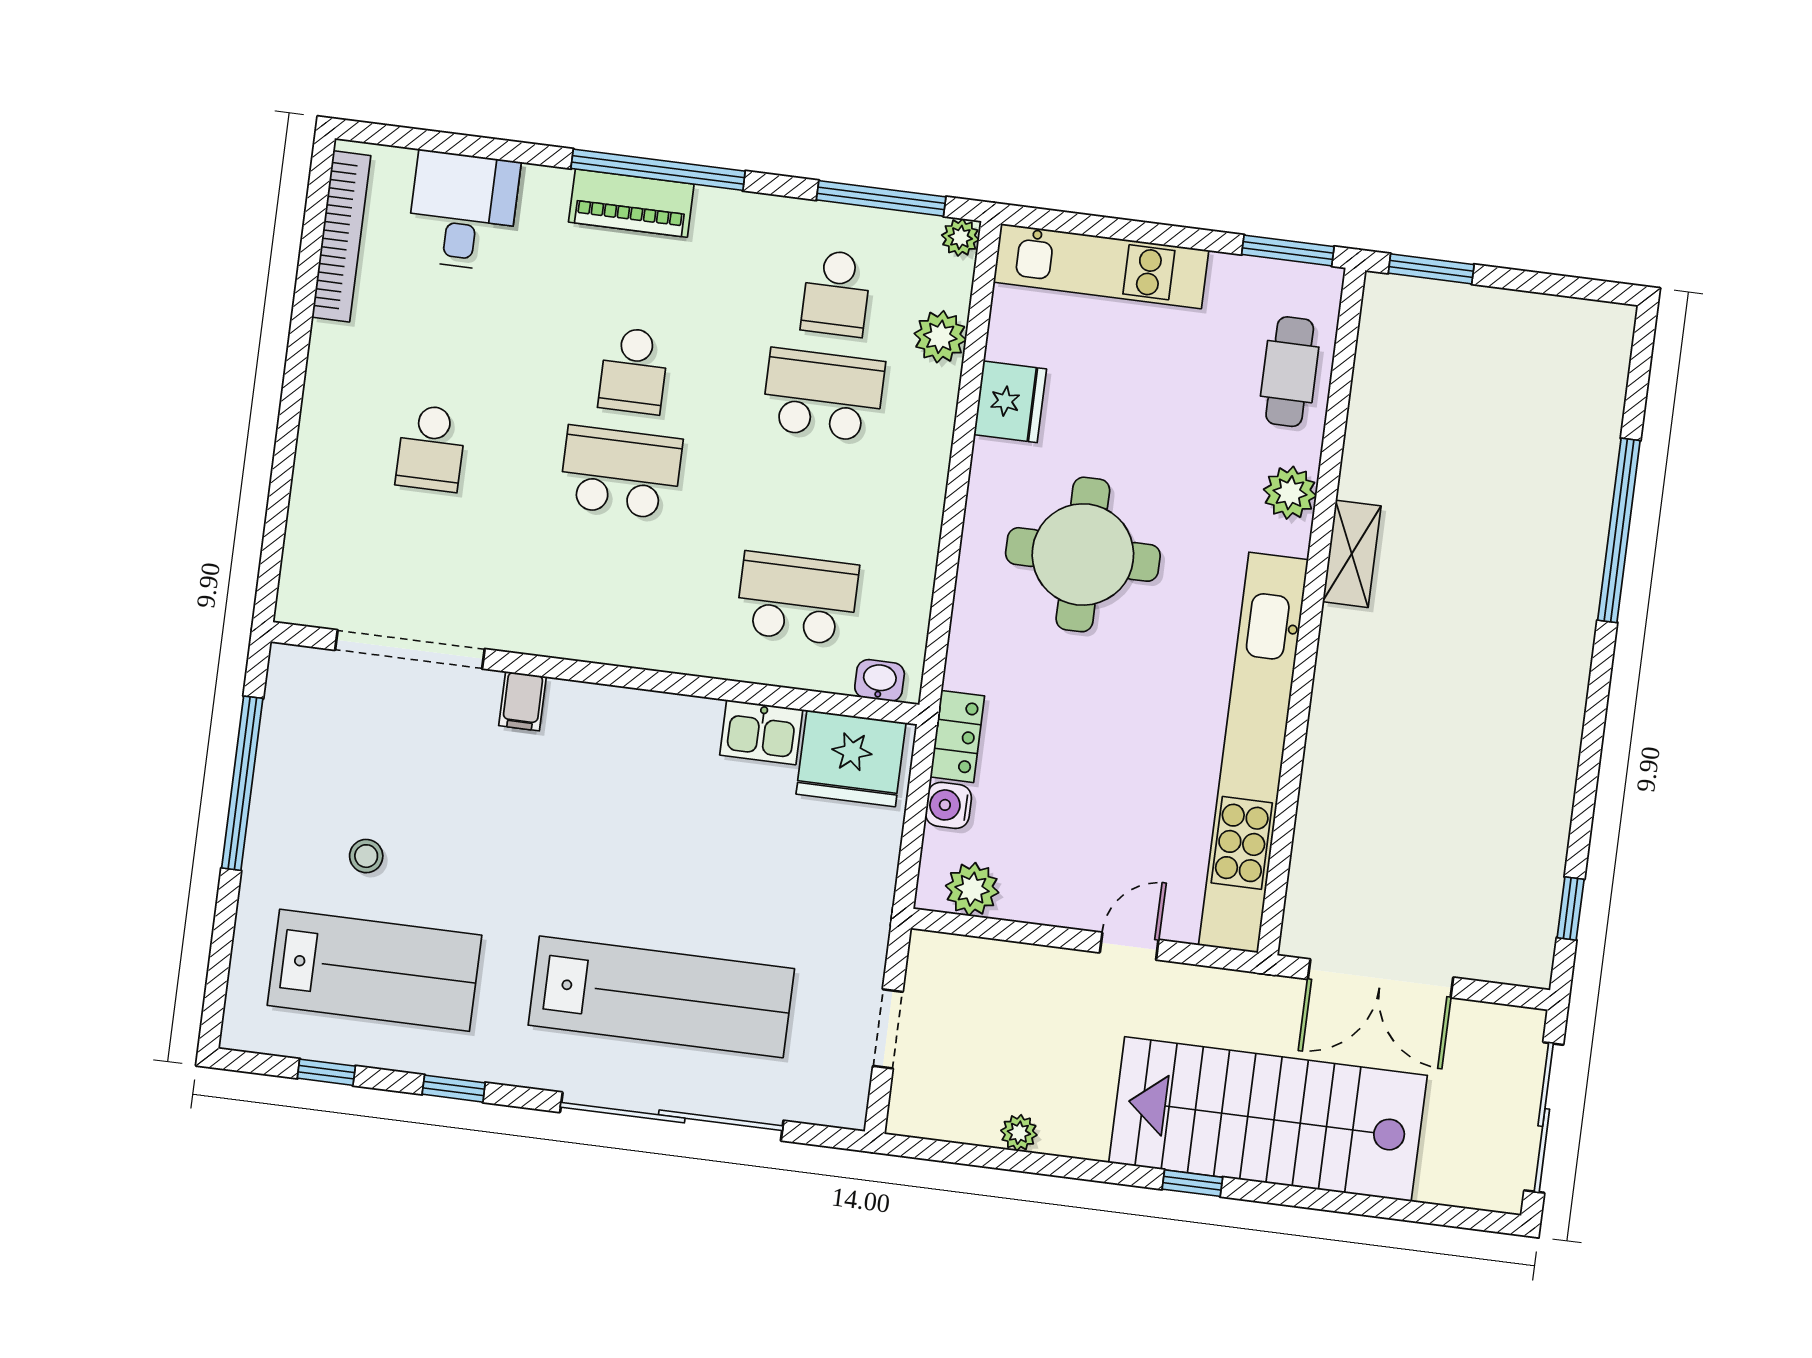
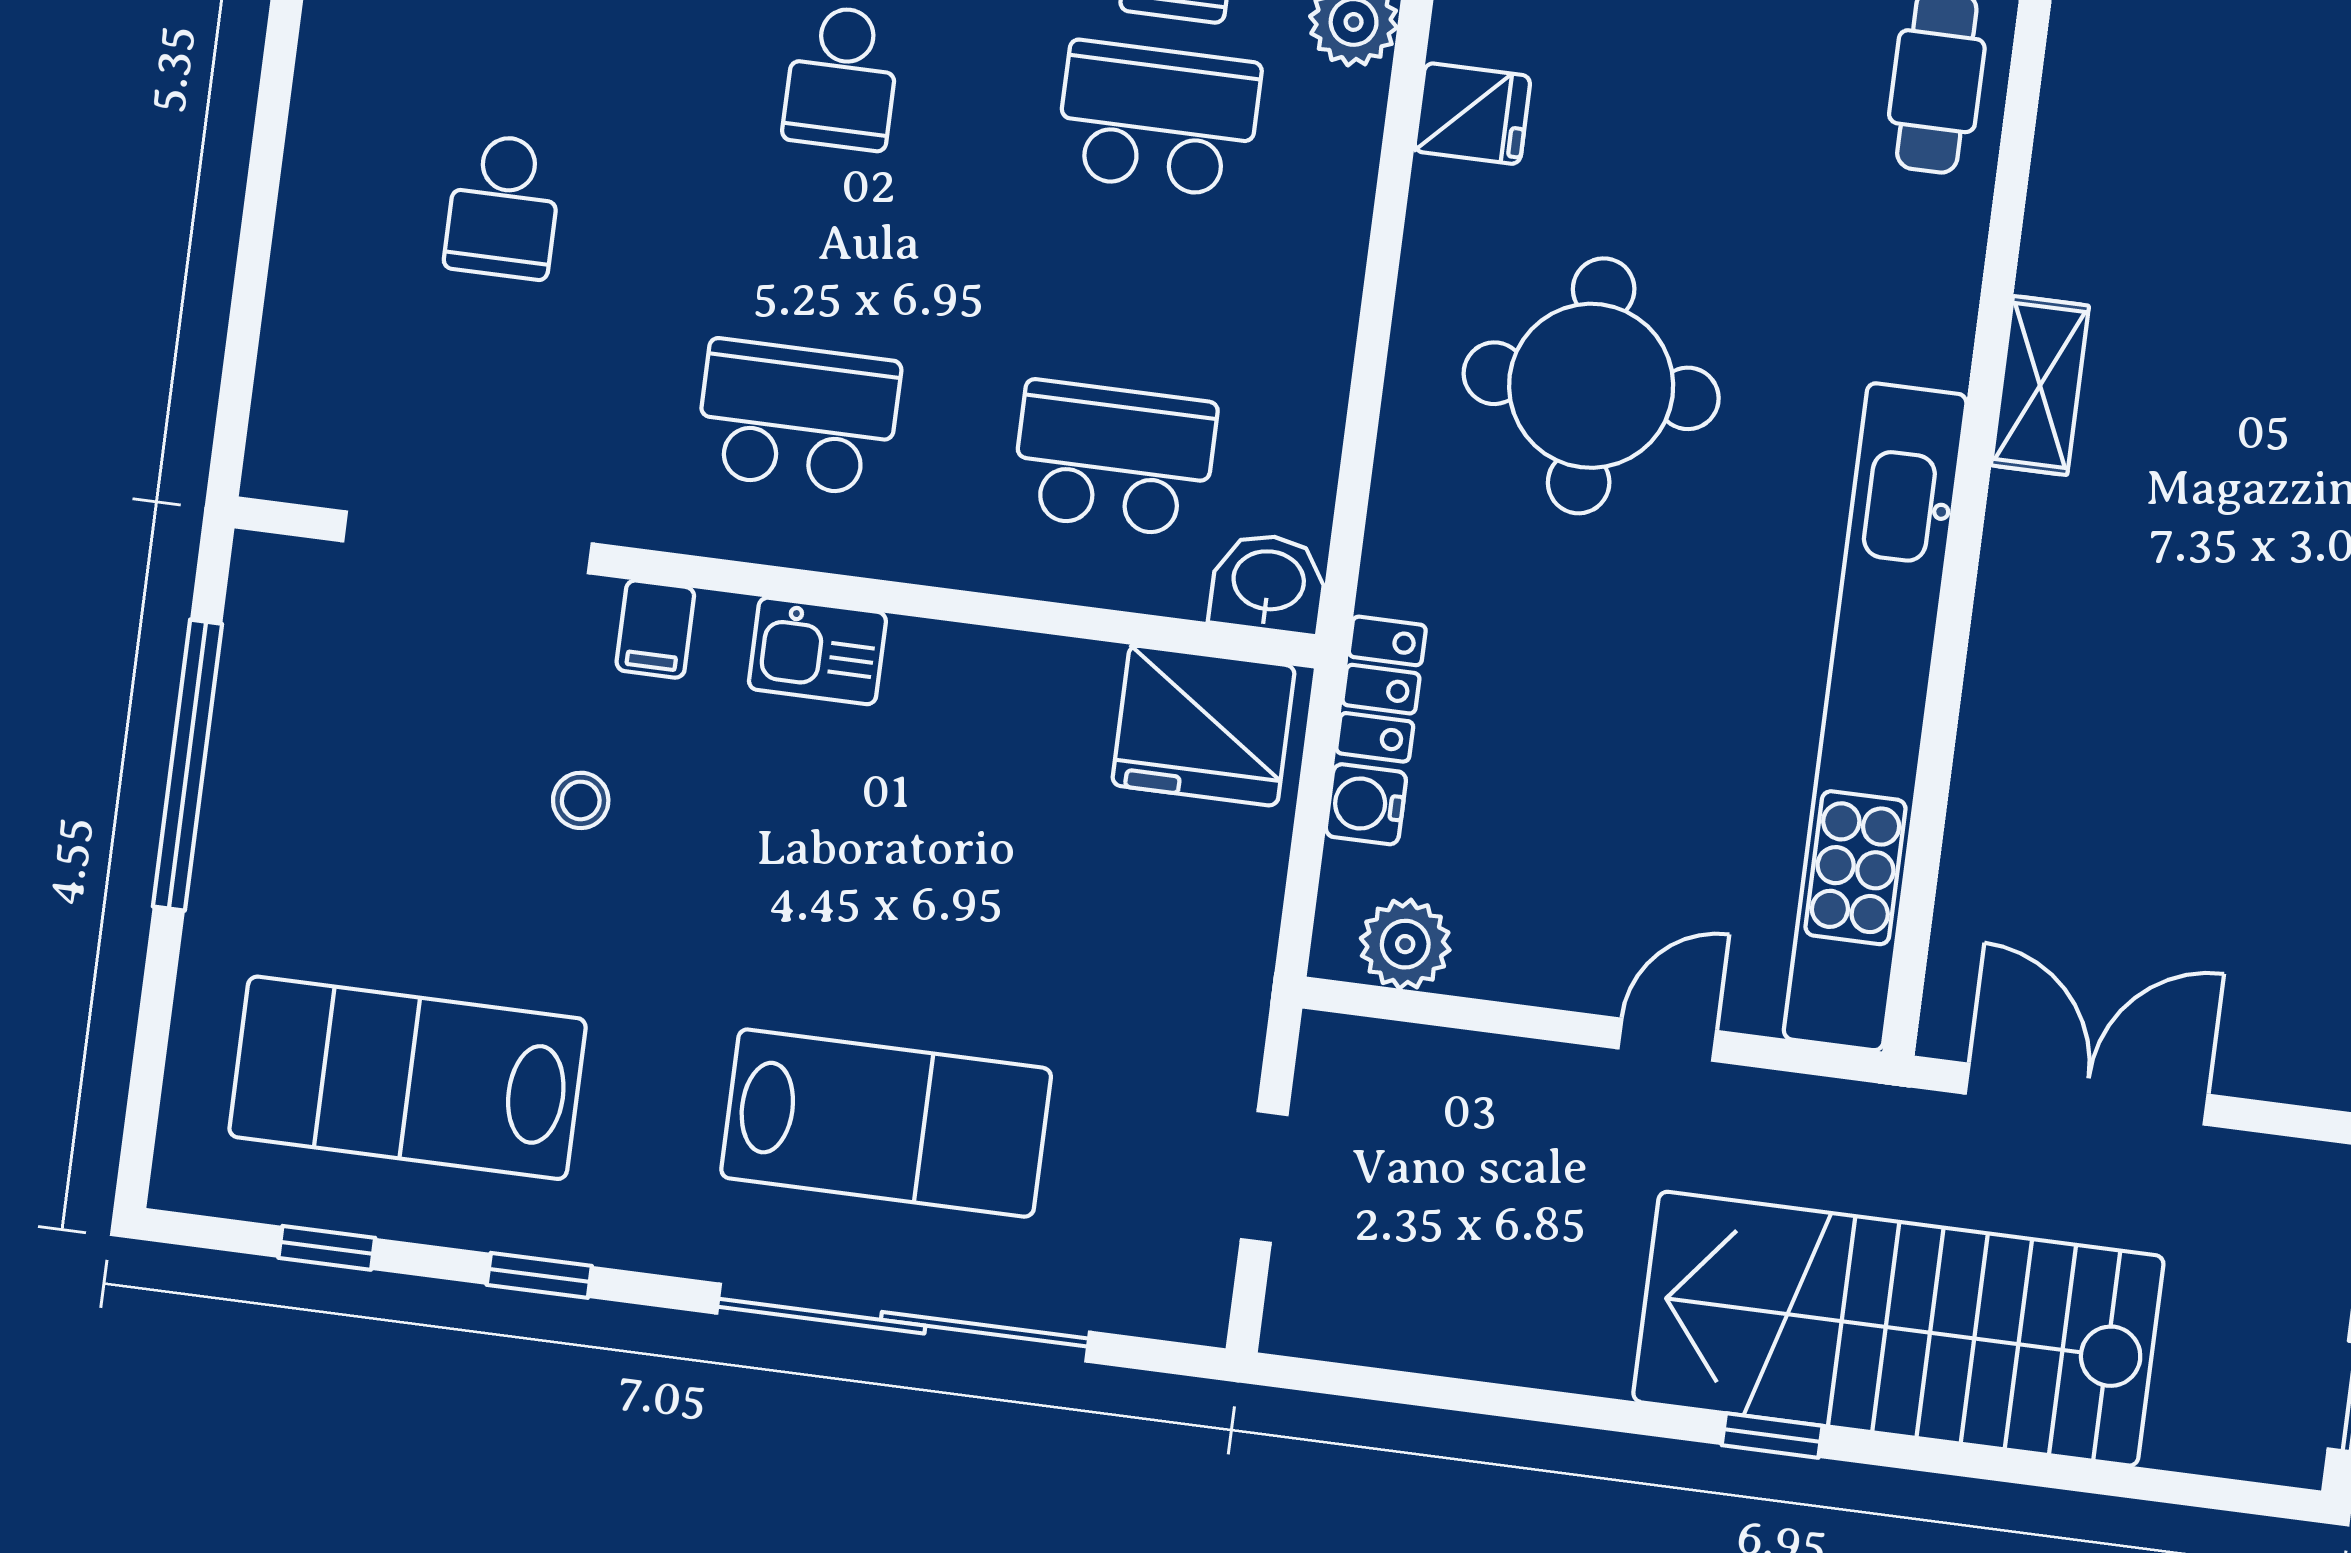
fridge: (1010, 402) -> (1472, 114), width x0.72
school desk: (621, 472) -> (798, 417), moved
plant: (1290, 493) -> (1937, 283), removed
washbasin: (880, 680) -> (1268, 583), width x1.38, depth x1.45
kitchen sink: (761, 732) -> (817, 651), moved
stool: (366, 856) -> (581, 800), moved
lab bench: (375, 970) -> (408, 1078), turned 180
double door: (1380, 978) -> (2087, 1094), swing flipped
lab bench: (661, 997) -> (886, 1123), width x0.73
plant: (1019, 1133) -> (1483, 1351), removed

